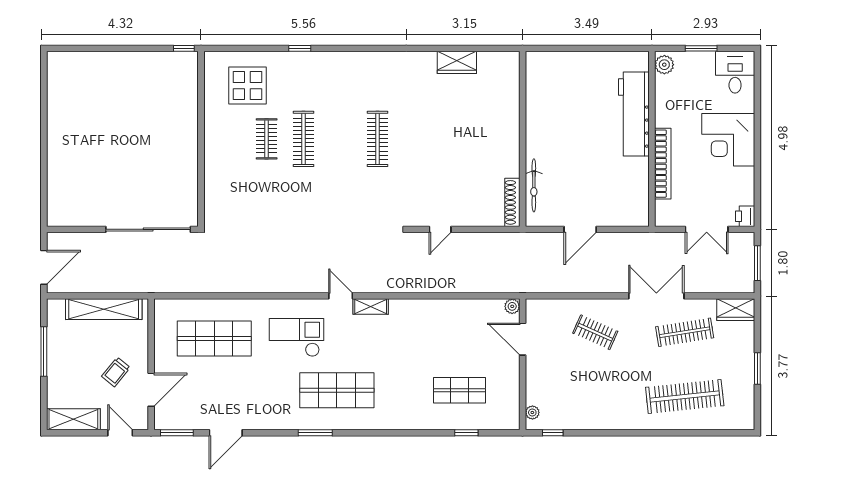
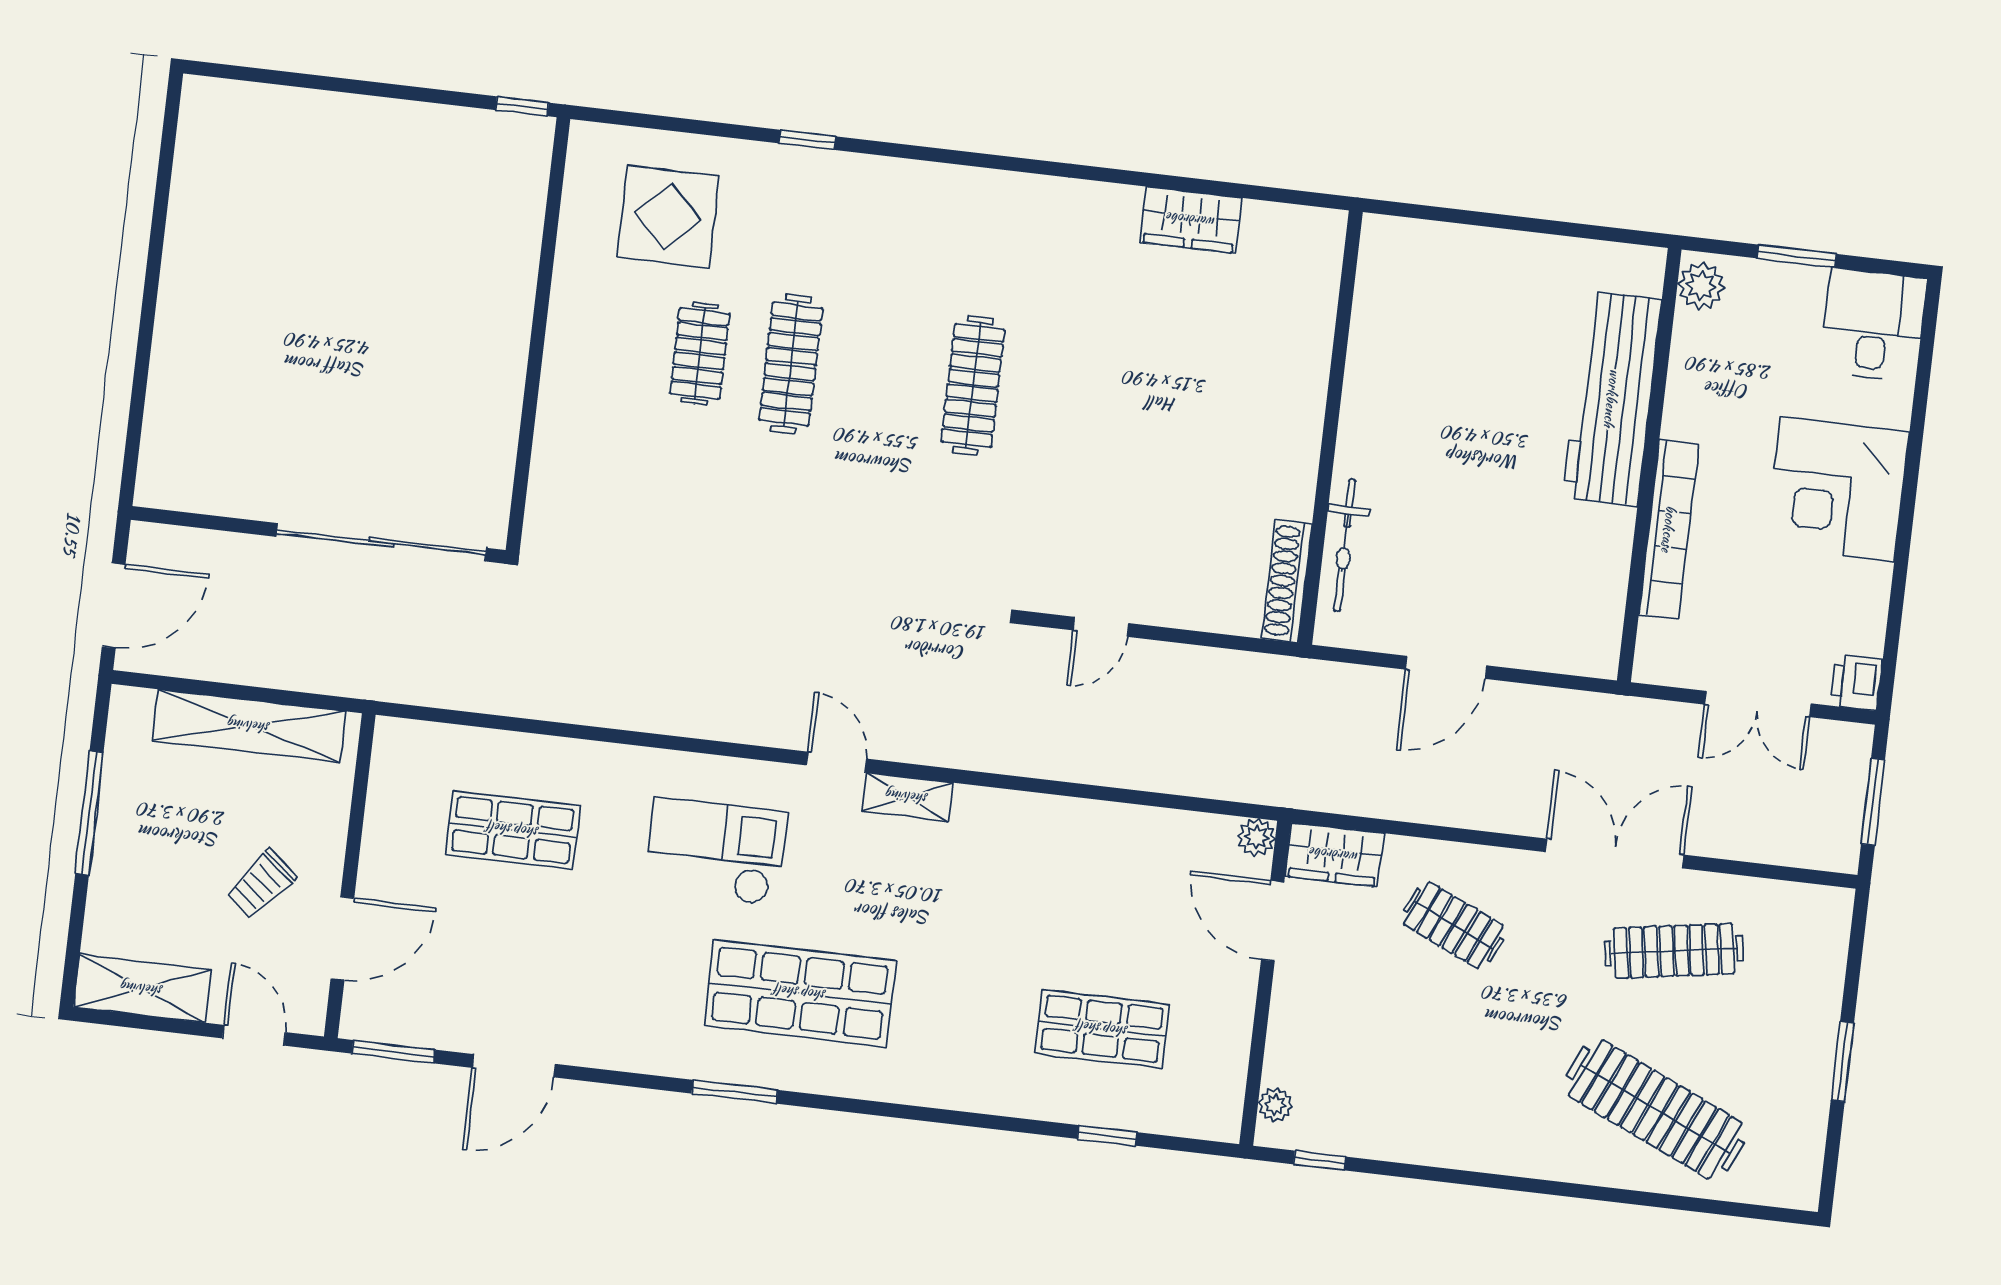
wardrobe: (736, 310) -> (1334, 855), moved
shop shelf: (214, 338) -> (513, 830), width x0.70, depth x0.74
clothes rail: (685, 396) -> (1655, 1109), turned 30

